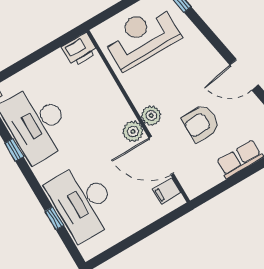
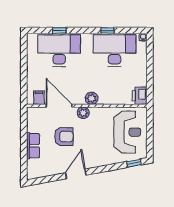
armchair: (201, 123) -> (64, 137), turned 90
plant: (133, 131) -> (92, 98), moved
door: (161, 156) -> (59, 106), hinge flipped

